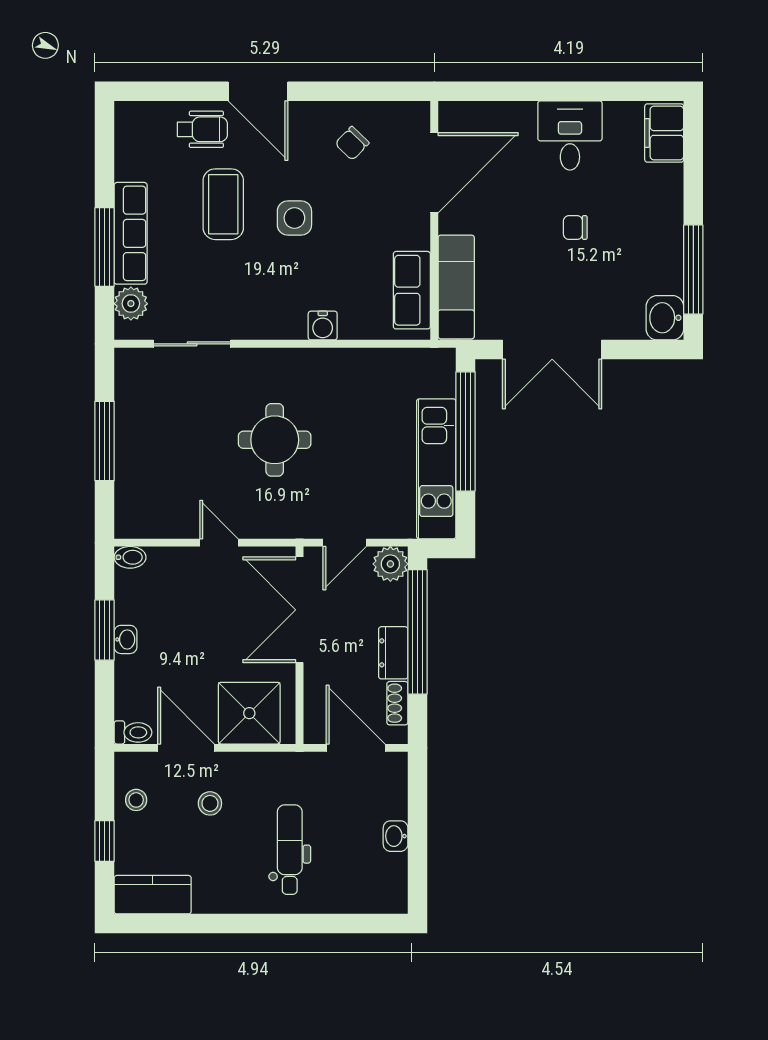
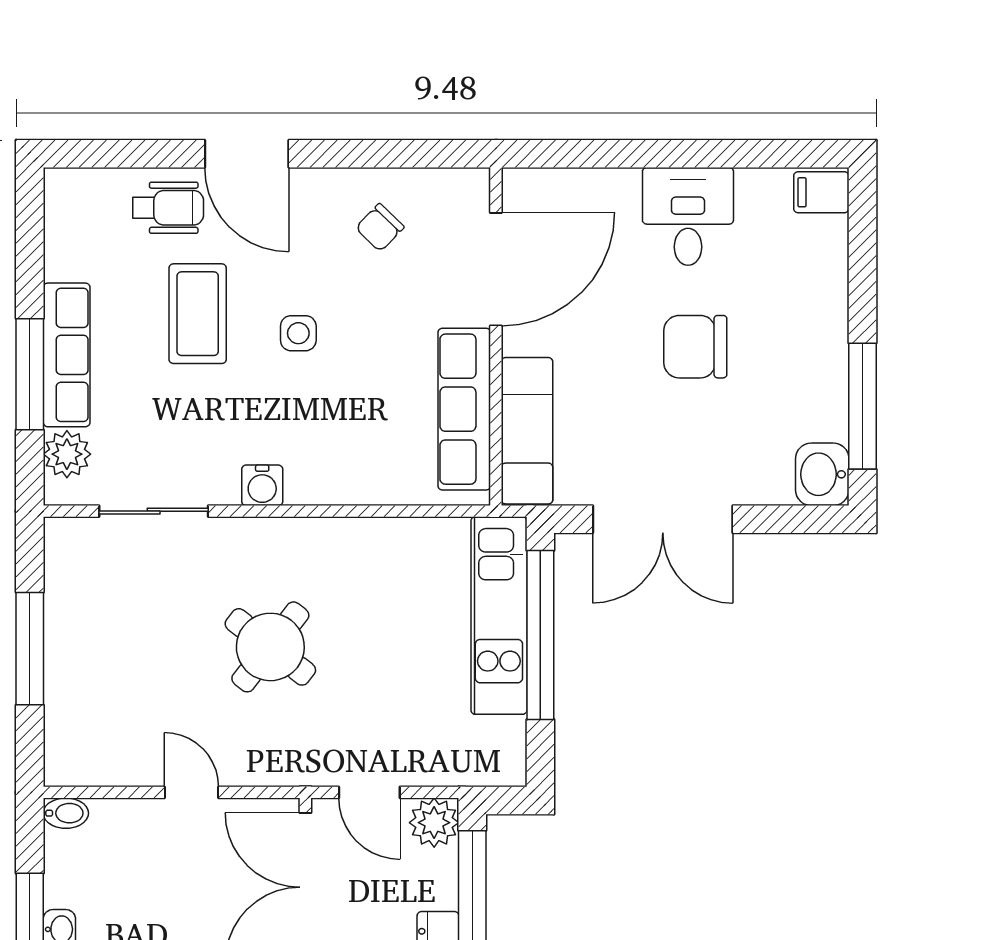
filing cabinet: (664, 133) -> (821, 192), width x0.50
side table: (294, 218) -> (298, 333), width x0.73, depth x0.73
chair: (575, 228) -> (695, 347), width x1.87, depth x1.87
row of seats: (412, 290) -> (464, 409), width x1.48
water cooler: (323, 326) -> (262, 485), moved
round table: (275, 440) -> (270, 647), turned 38
kitchen unit: (436, 469) -> (499, 616), moved
door: (345, 543) -> (369, 792), hinge flipped

